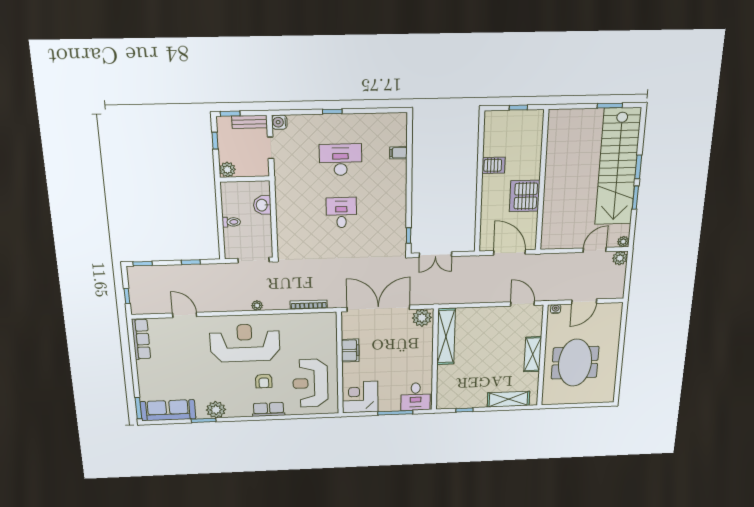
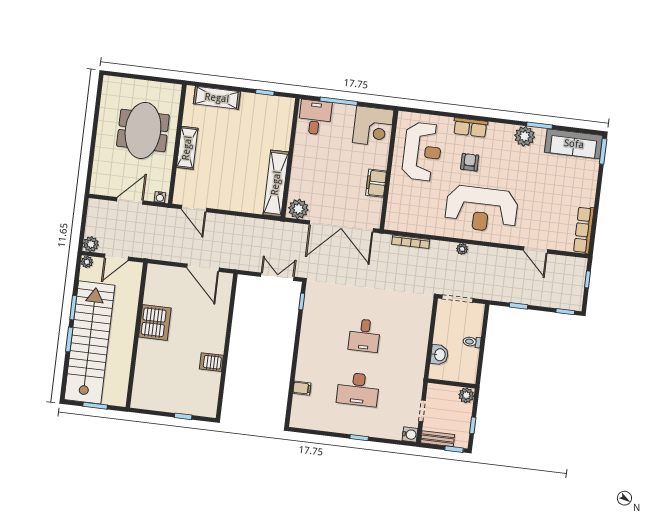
wall: (542, 181) -> (137, 335), moved
server rack: (525, 196) -> (155, 322), moved

